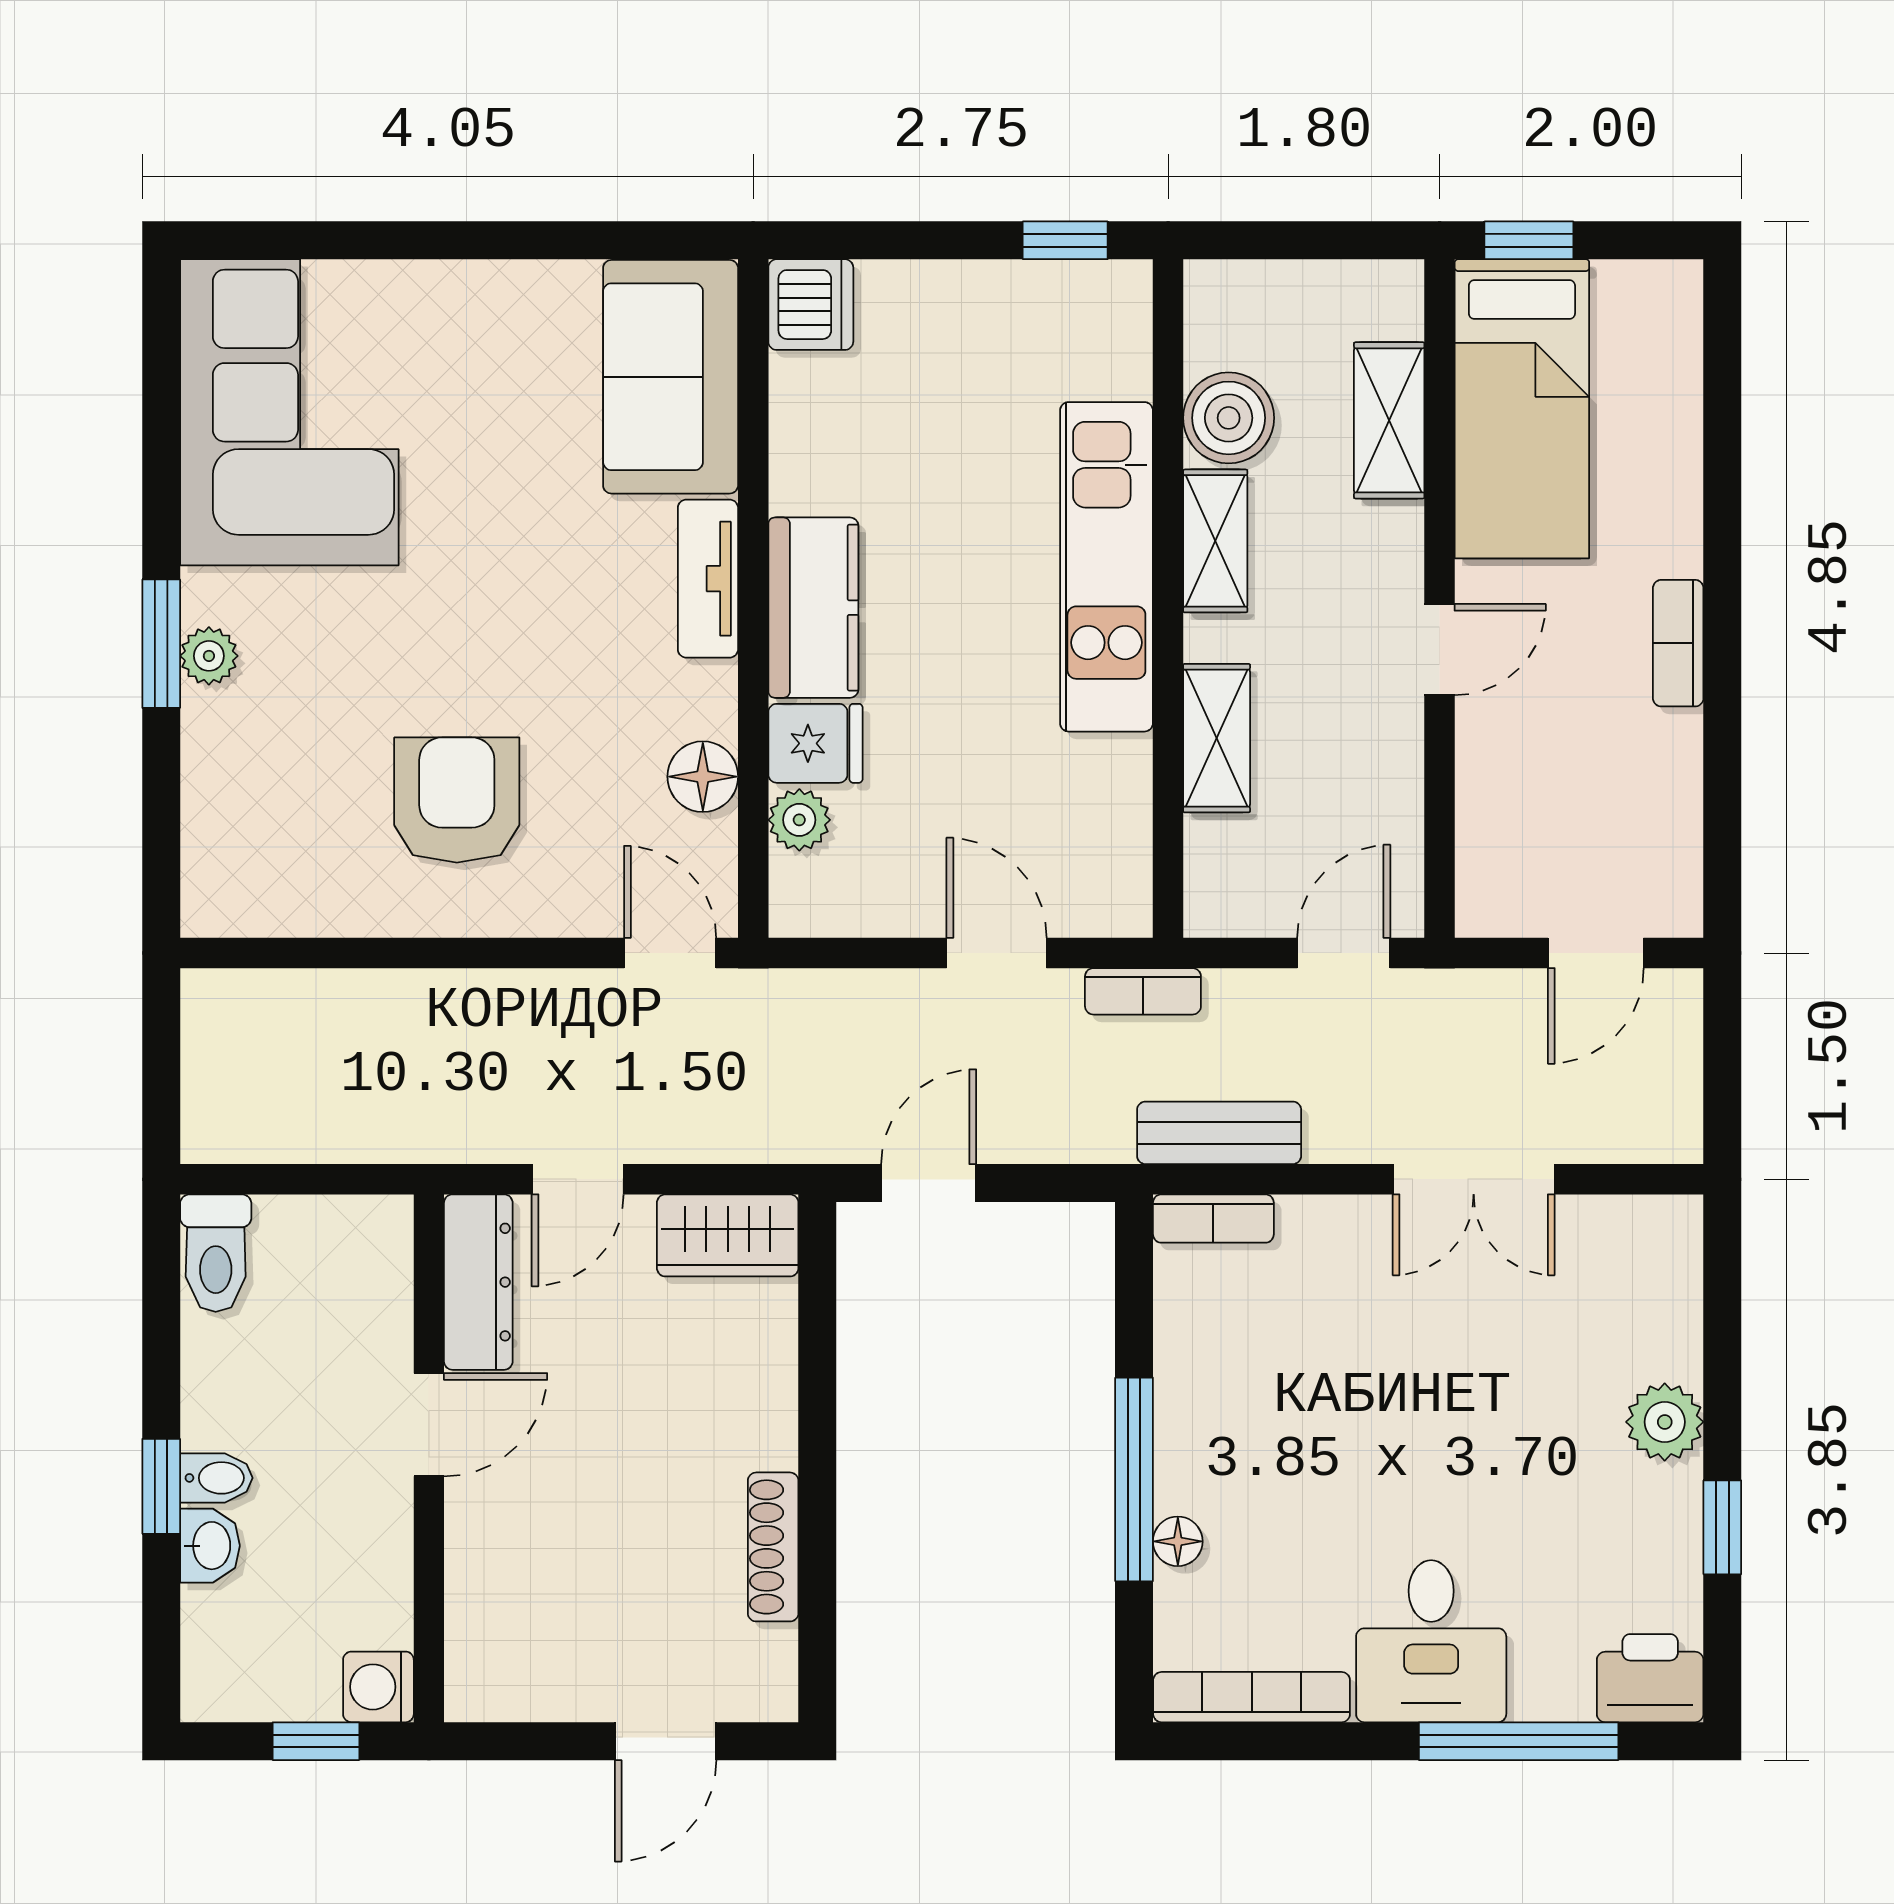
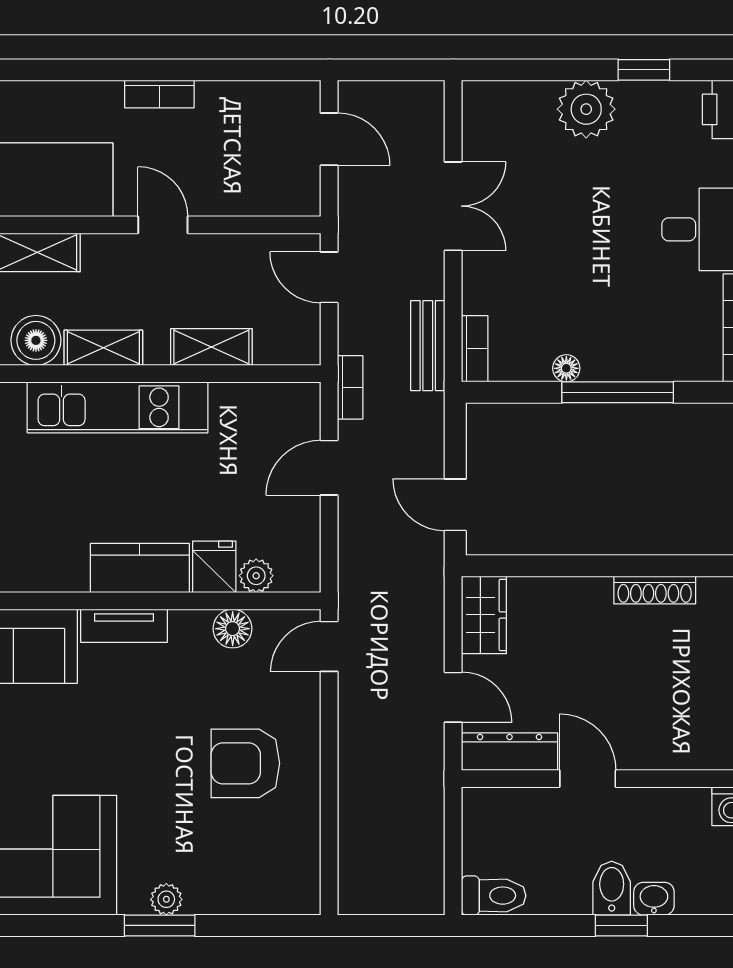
plant: (1665, 1422) -> (586, 109), width x1.36, depth x1.36
bidet: (216, 1478) -> (612, 888), width x1.38, depth x1.36
floor lamp: (1178, 1541) -> (566, 368), moved

